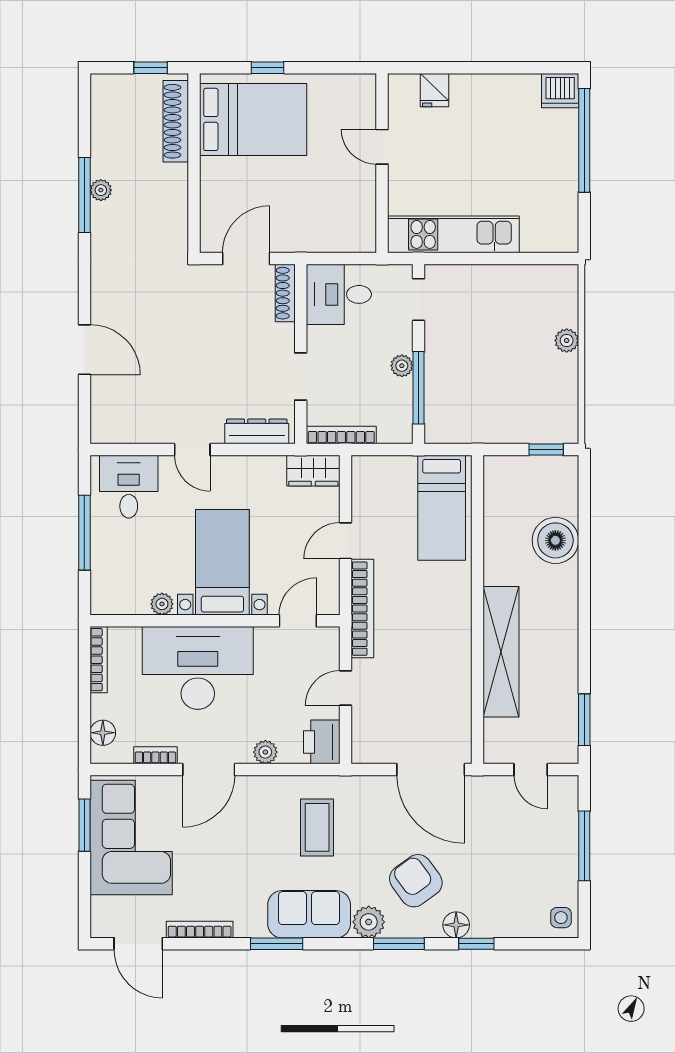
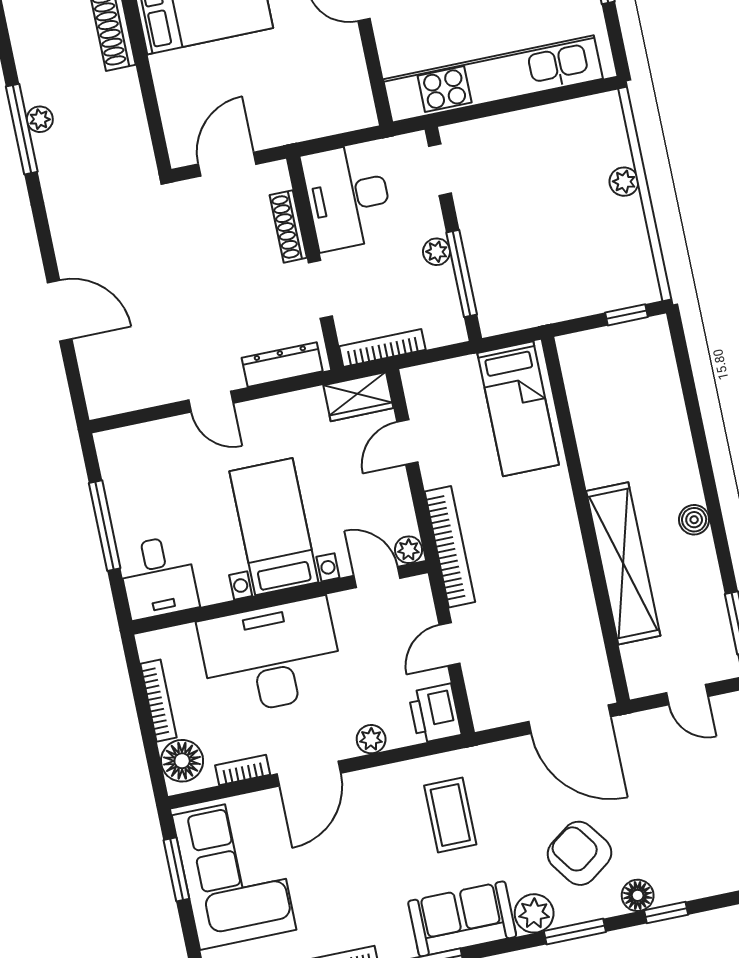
kitchen unit: (453, 234) -> (493, 79), width x1.36
shoe rack: (285, 293) -> (288, 226), moved
desk: (339, 294) -> (348, 197), width x1.37
desk: (129, 487) -> (158, 577), moved, turned 180
boiler: (555, 540) -> (694, 520), moved, width x0.54, depth x0.54
door: (346, 541) -> (407, 442), moved
plant: (162, 604) -> (409, 550), moved
door: (298, 621) -> (377, 577), hinge flipped
bookcase: (99, 660) -> (159, 701), moved
floor lamp: (103, 733) -> (182, 761), width x1.38, depth x1.38

